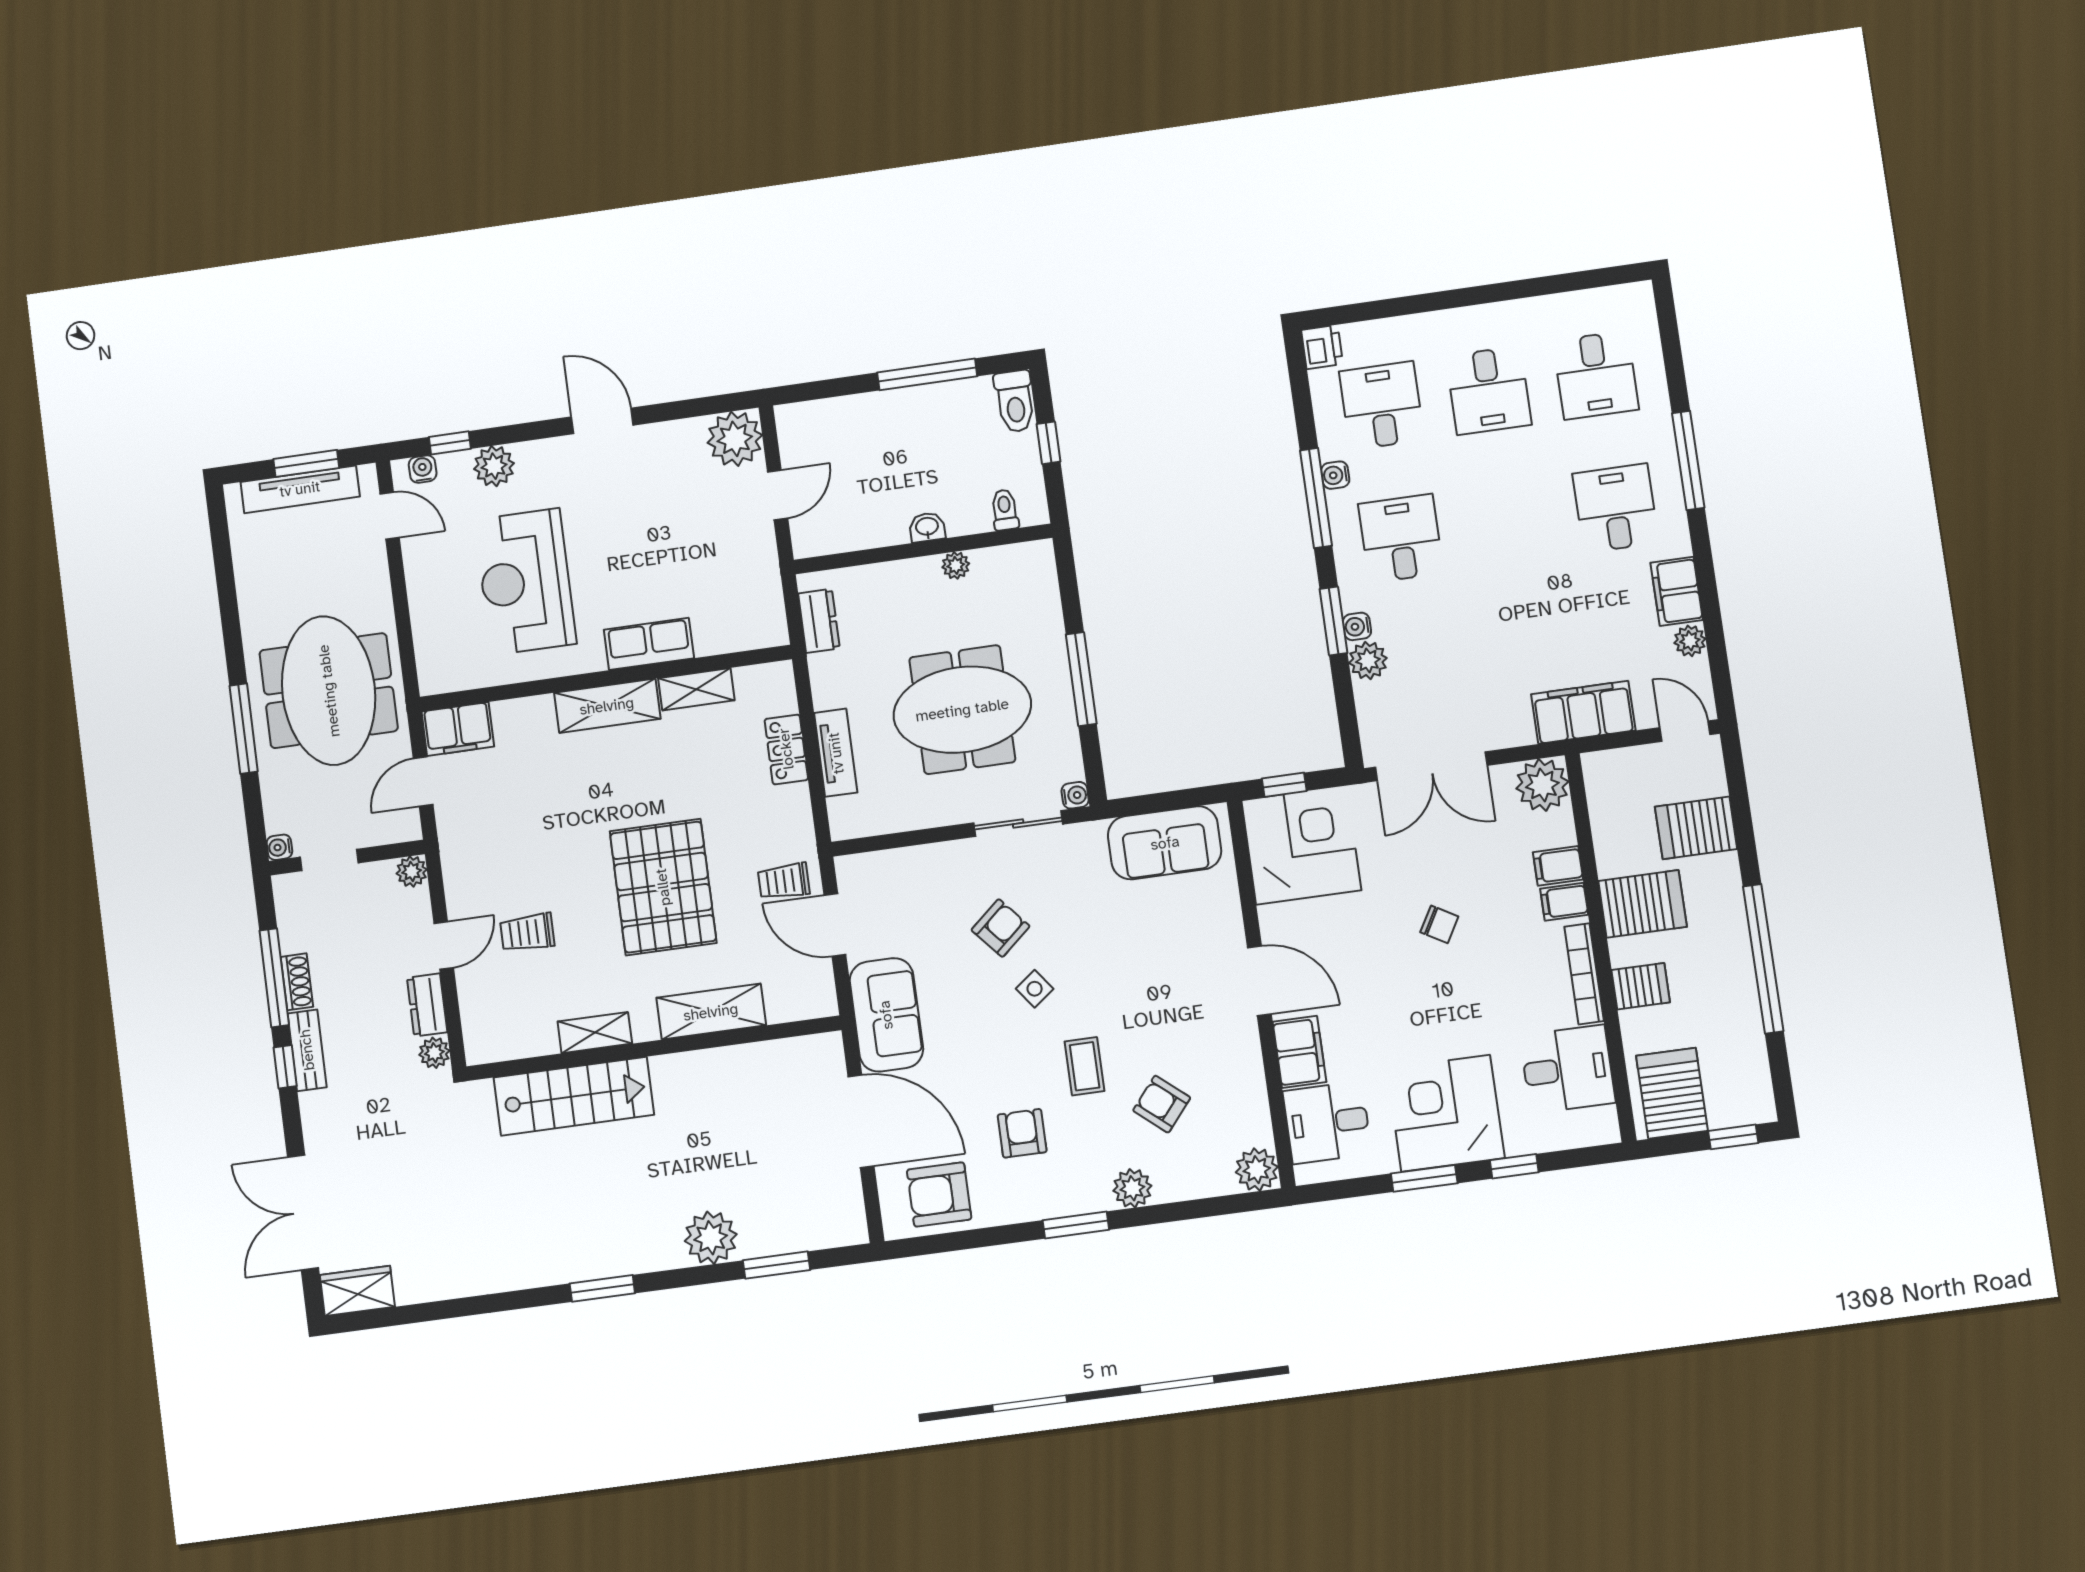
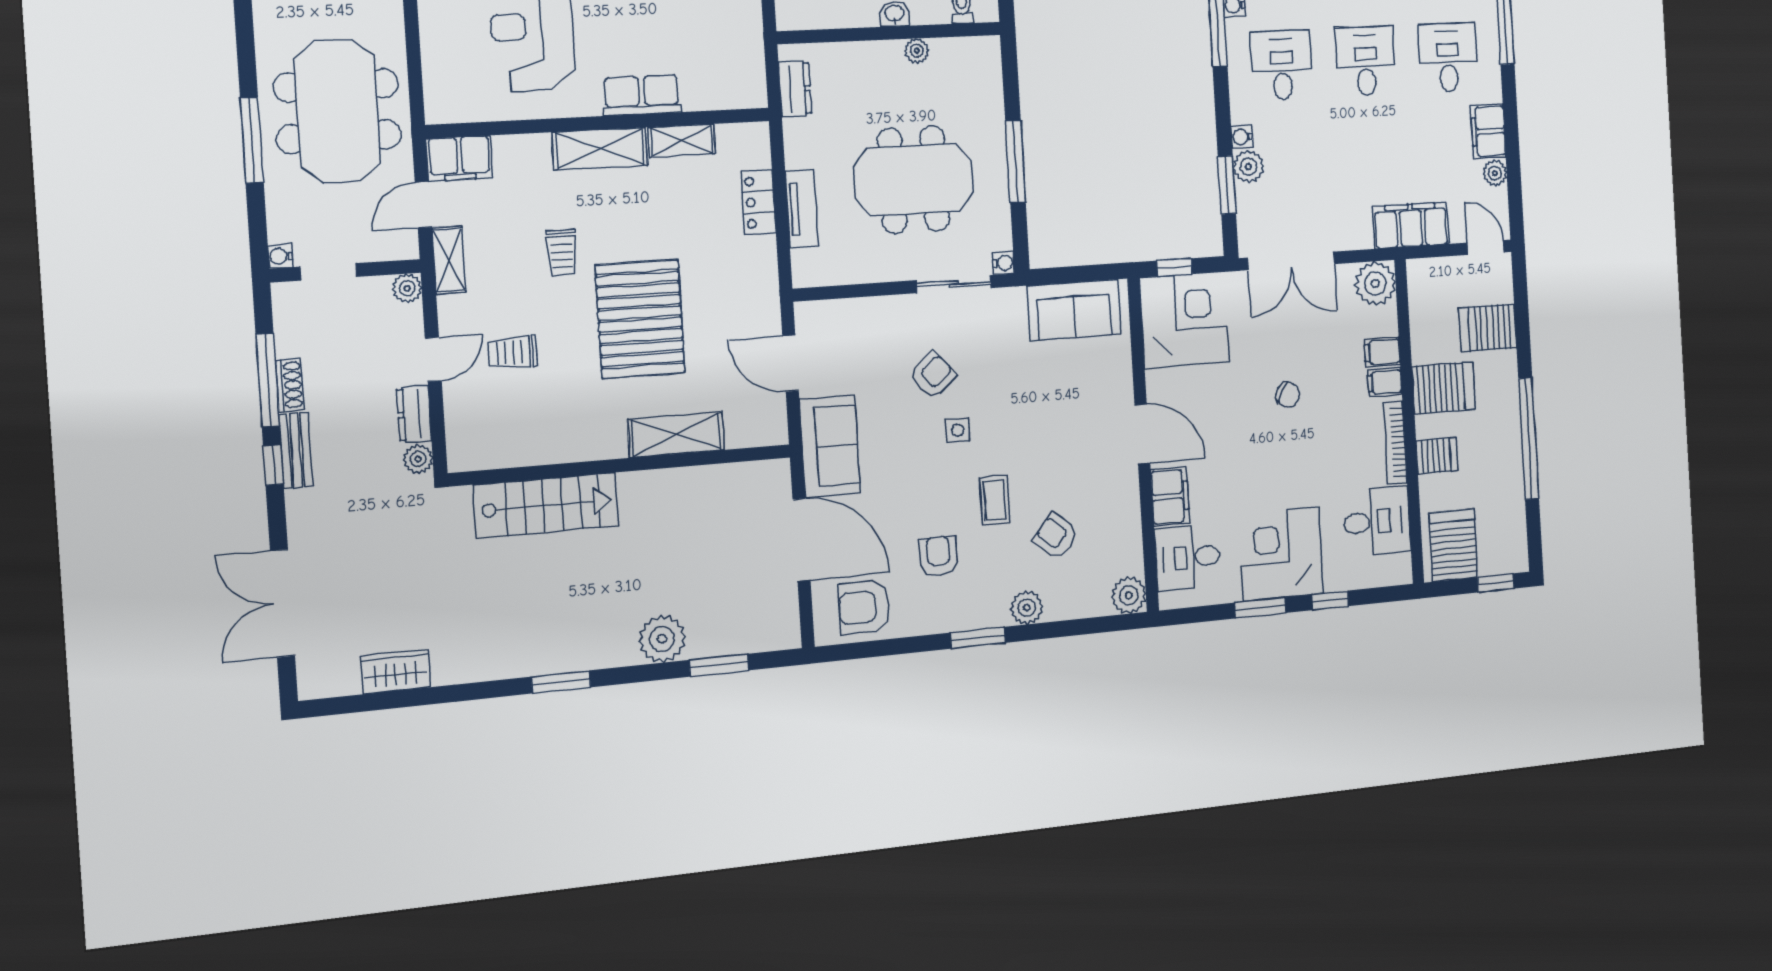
desk: (1508, 523) -> (1366, 61), added
window: (1334, 621) -> (1227, 185), moved
trolley: (784, 881) -> (562, 252), moved, turned -90
side table: (1035, 989) -> (958, 430), turned 37
shelving: (595, 1033) -> (449, 260), moved, turned 90
wardrobe: (357, 1291) -> (396, 672), moved

